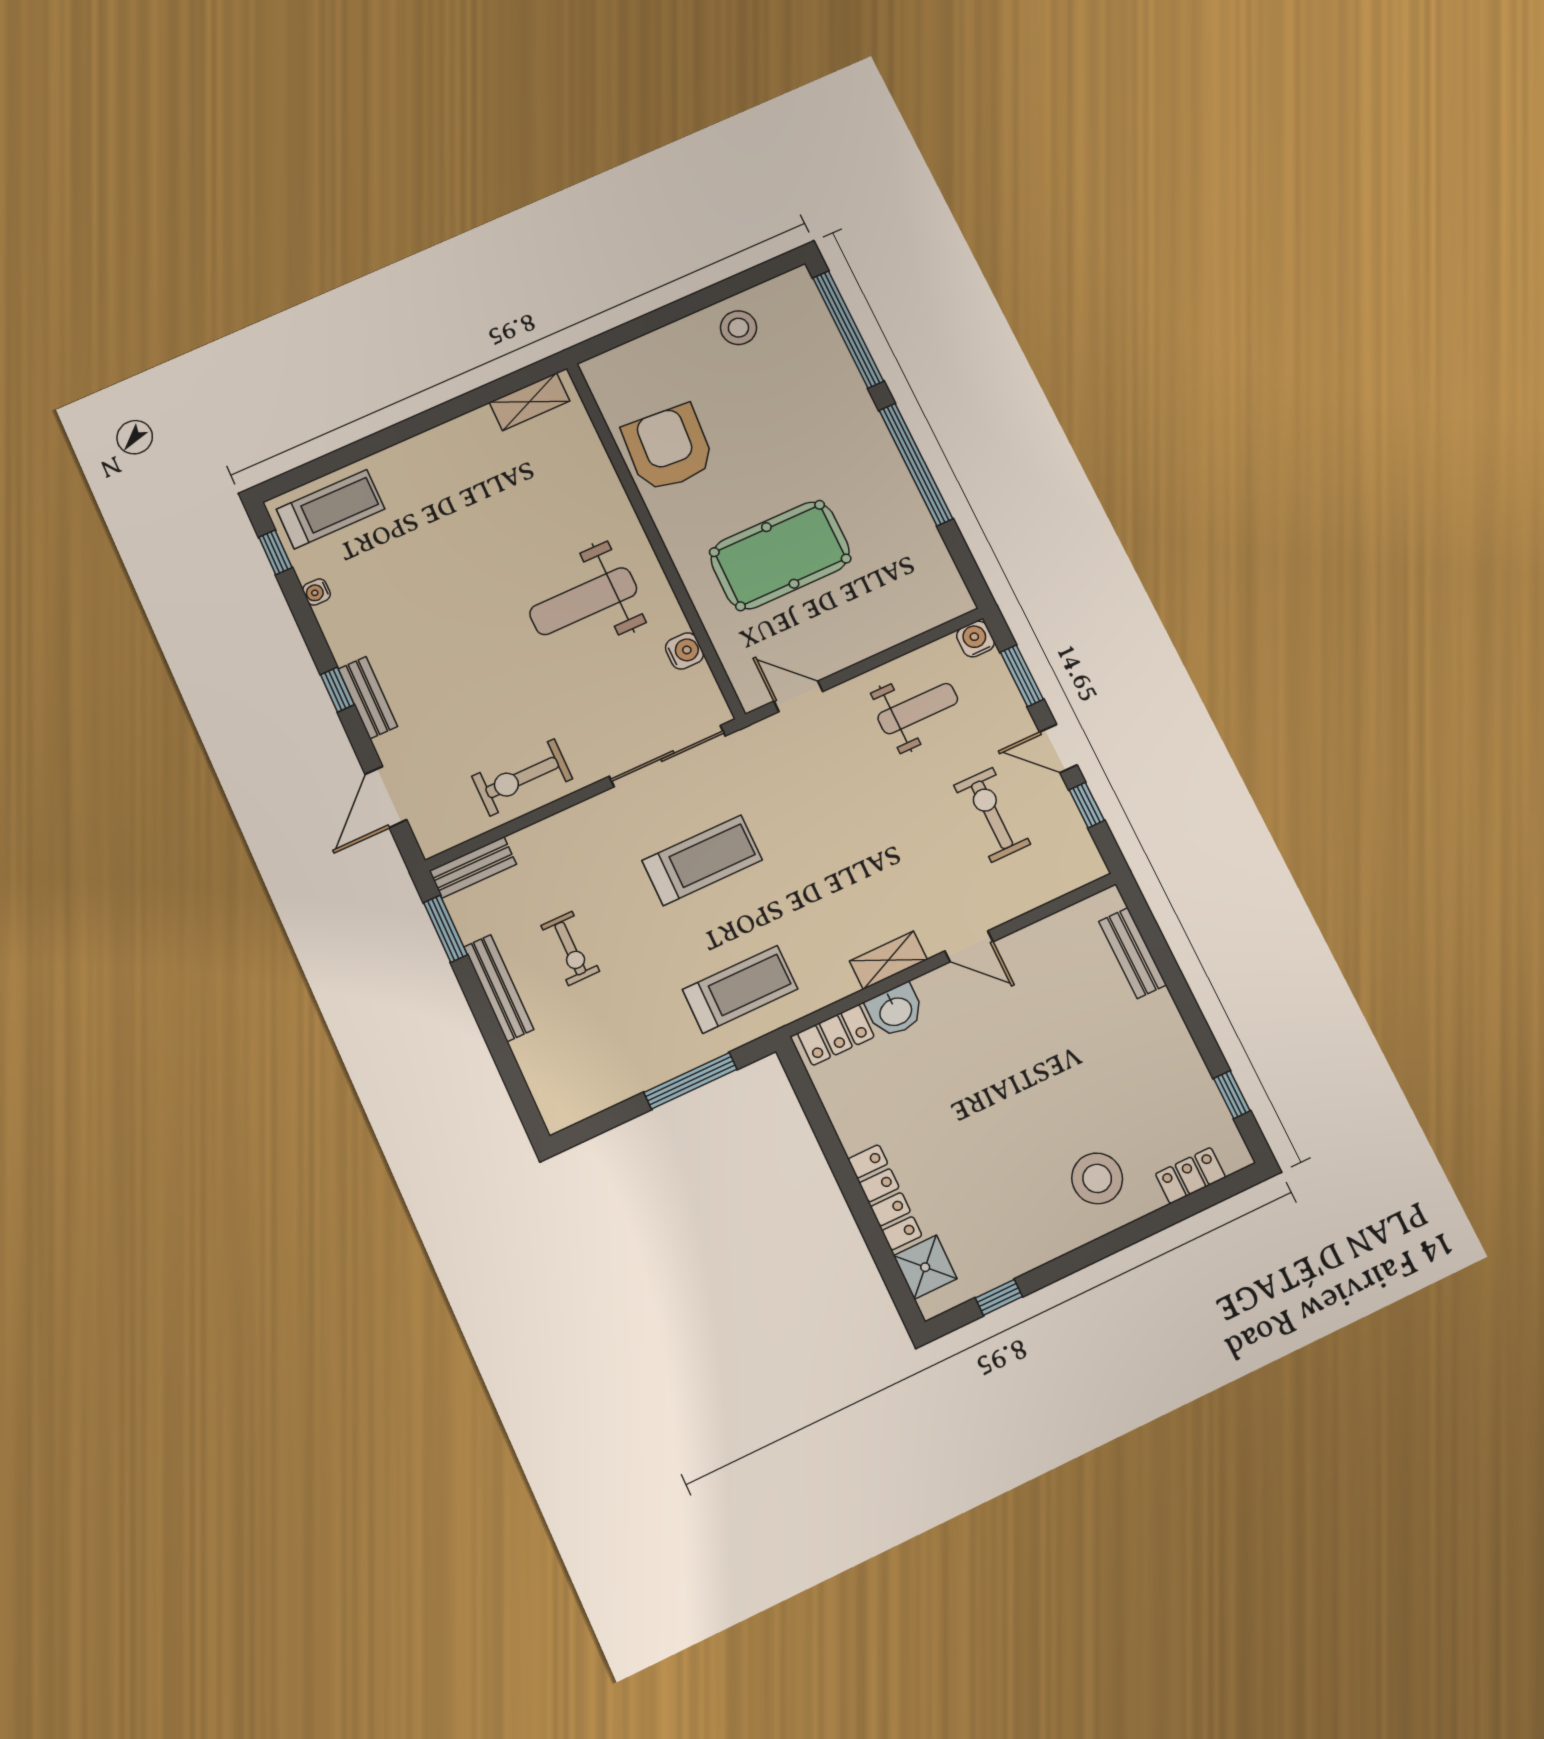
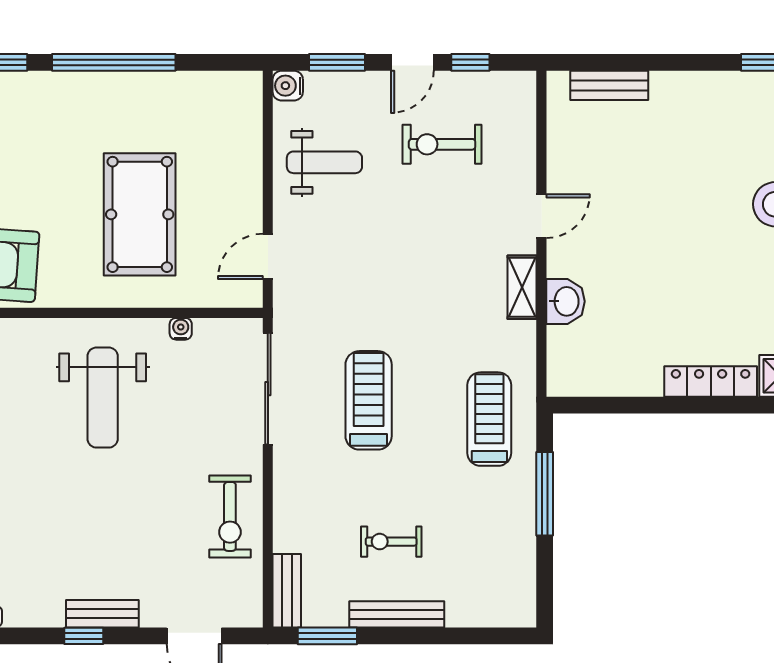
water cooler: (684, 651) -> (181, 329), width x0.72, depth x0.72
weight bench: (918, 709) -> (324, 162), turned 90
exercise bike: (570, 948) -> (391, 542), turned 180
locker: (836, 1035) -> (563, 359), removed

